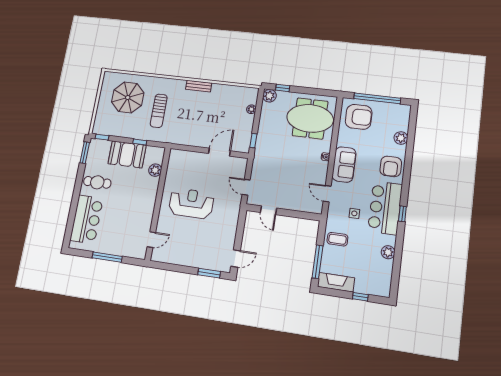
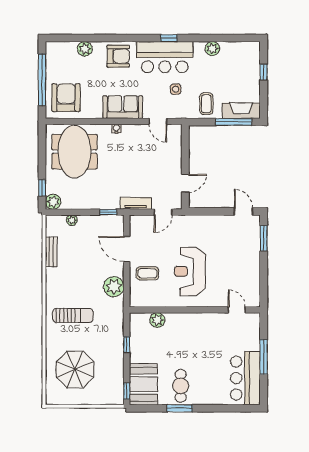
bench: (199, 86) -> (51, 252), moved
sun lounger: (159, 111) -> (73, 315), moved
plant: (190, 137) -> (114, 287), added
window: (85, 153) -> (180, 408), moved
booth: (127, 154) -> (143, 384), moved
tv unit: (257, 165) -> (136, 203), added
coffee table: (196, 167) -> (147, 273), added
door: (327, 194) -> (158, 121), hinge flipped
bar counter: (87, 219) -> (245, 378), moved, turned -90
fireplace: (336, 282) -> (241, 111), moved, turned 90

